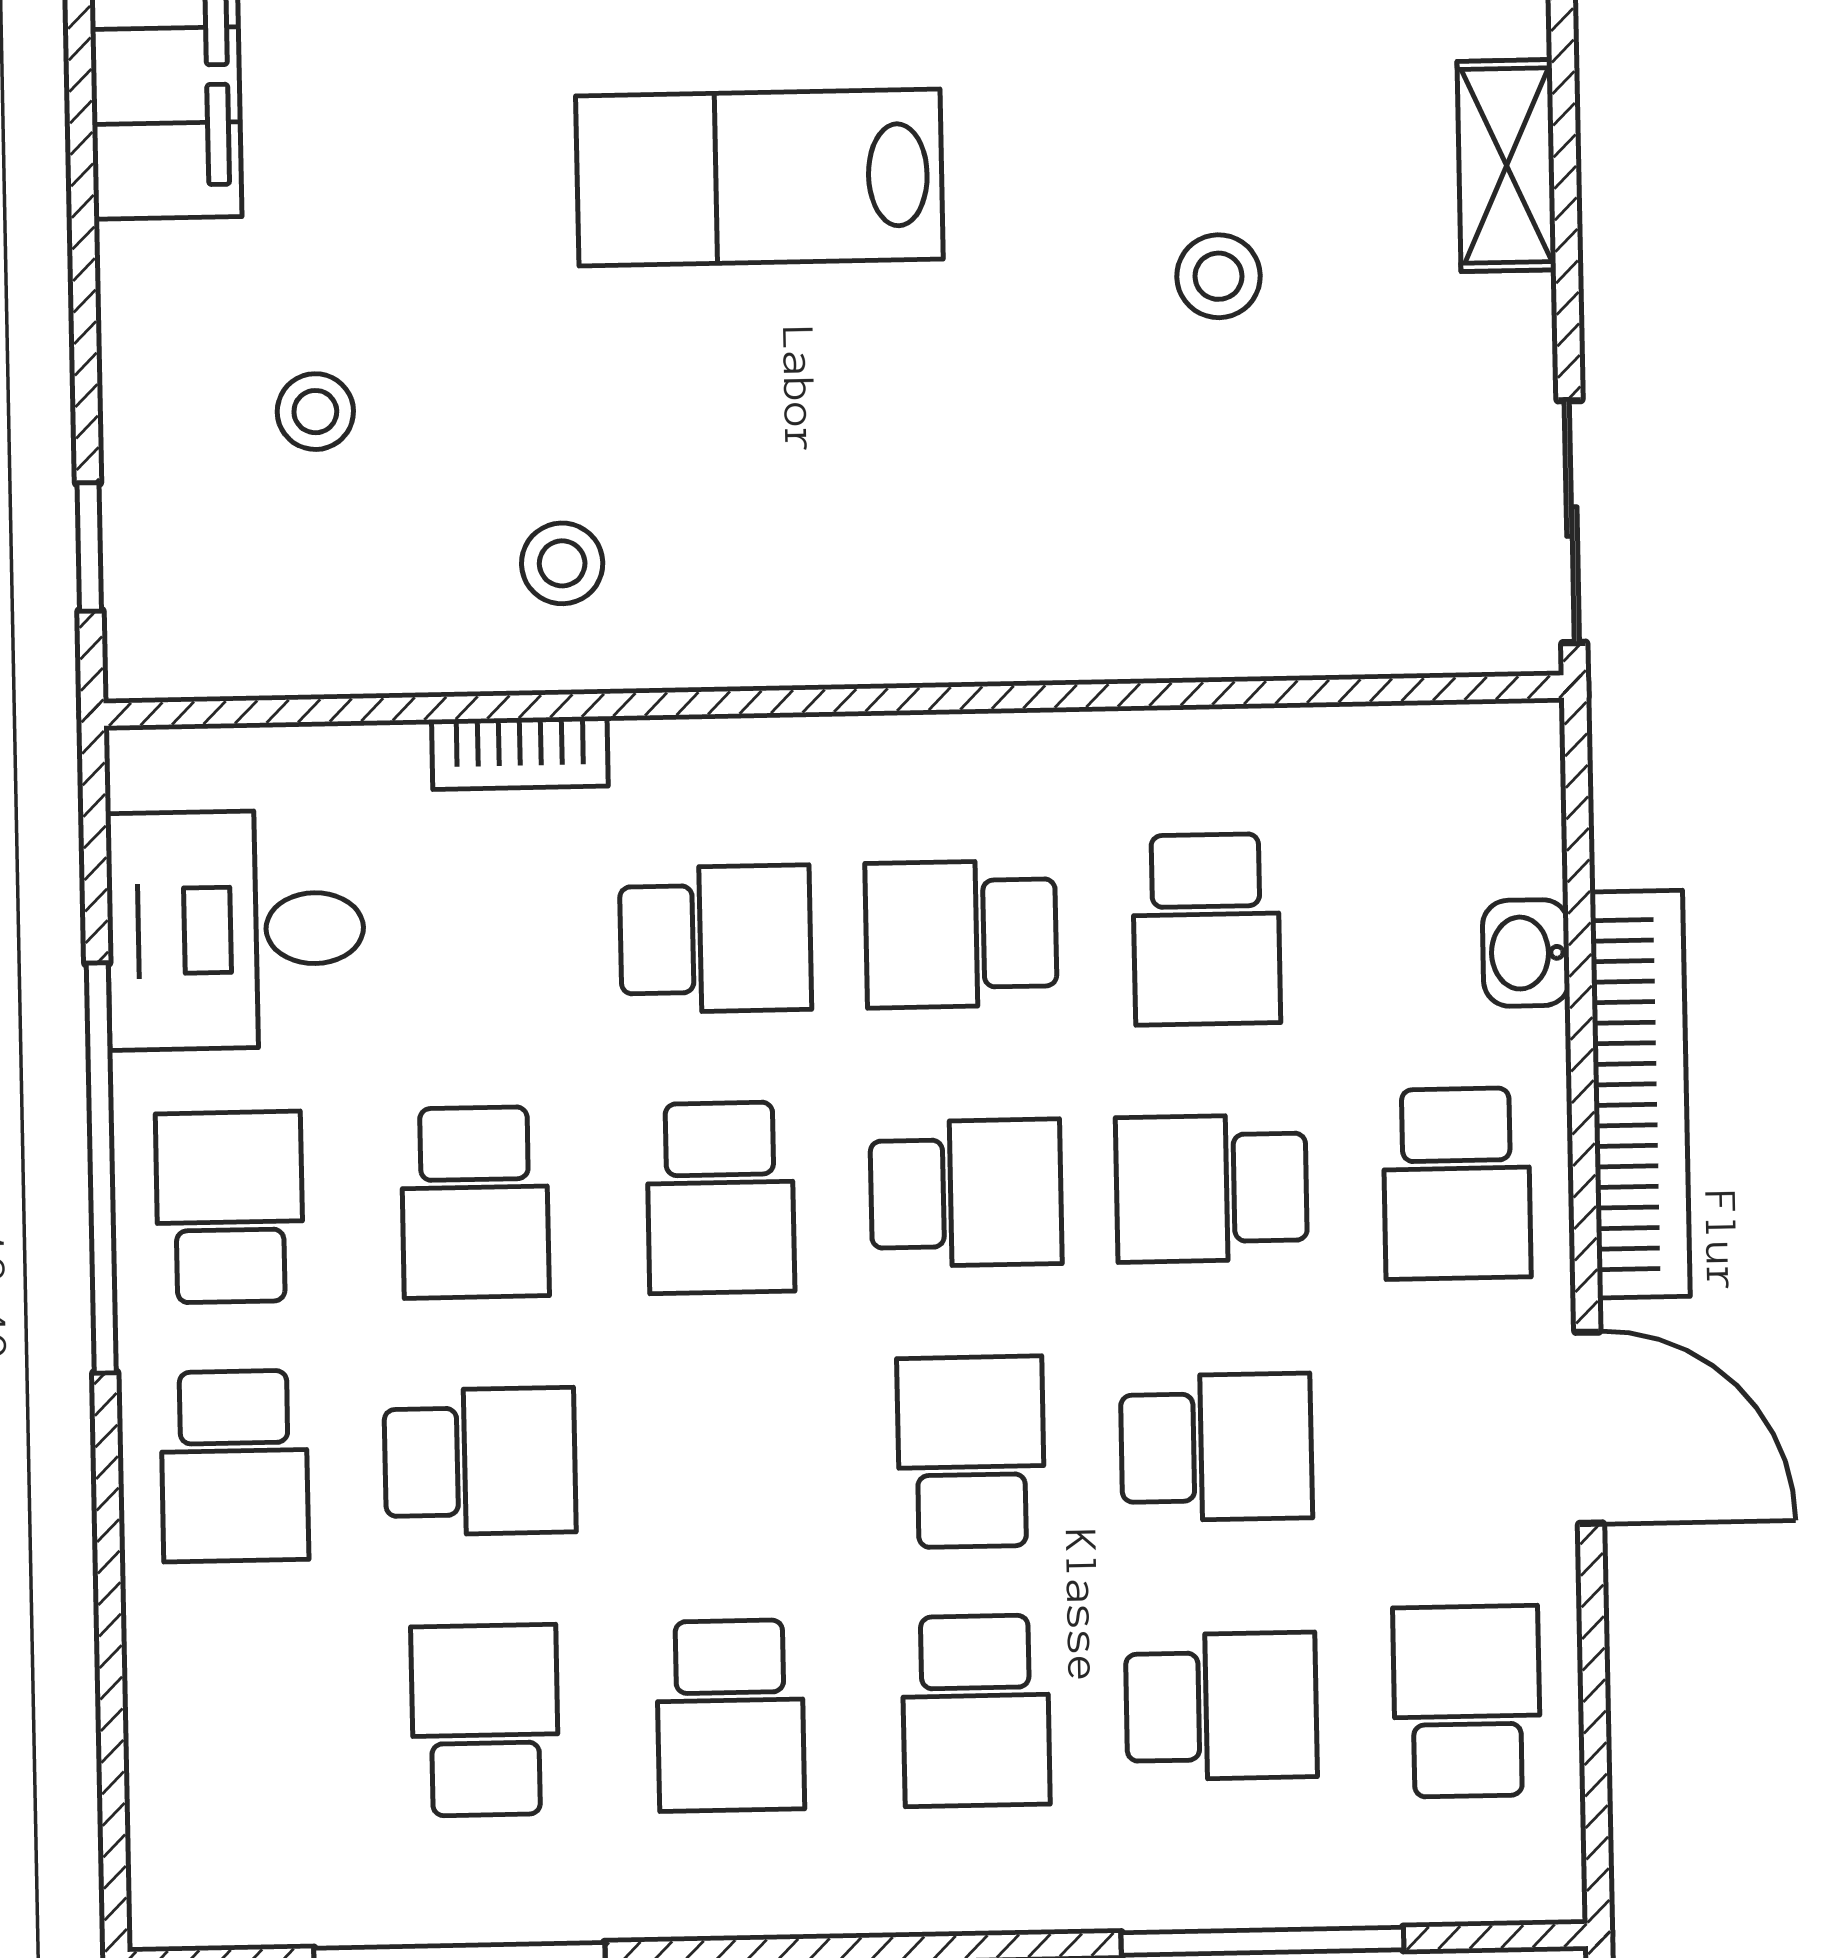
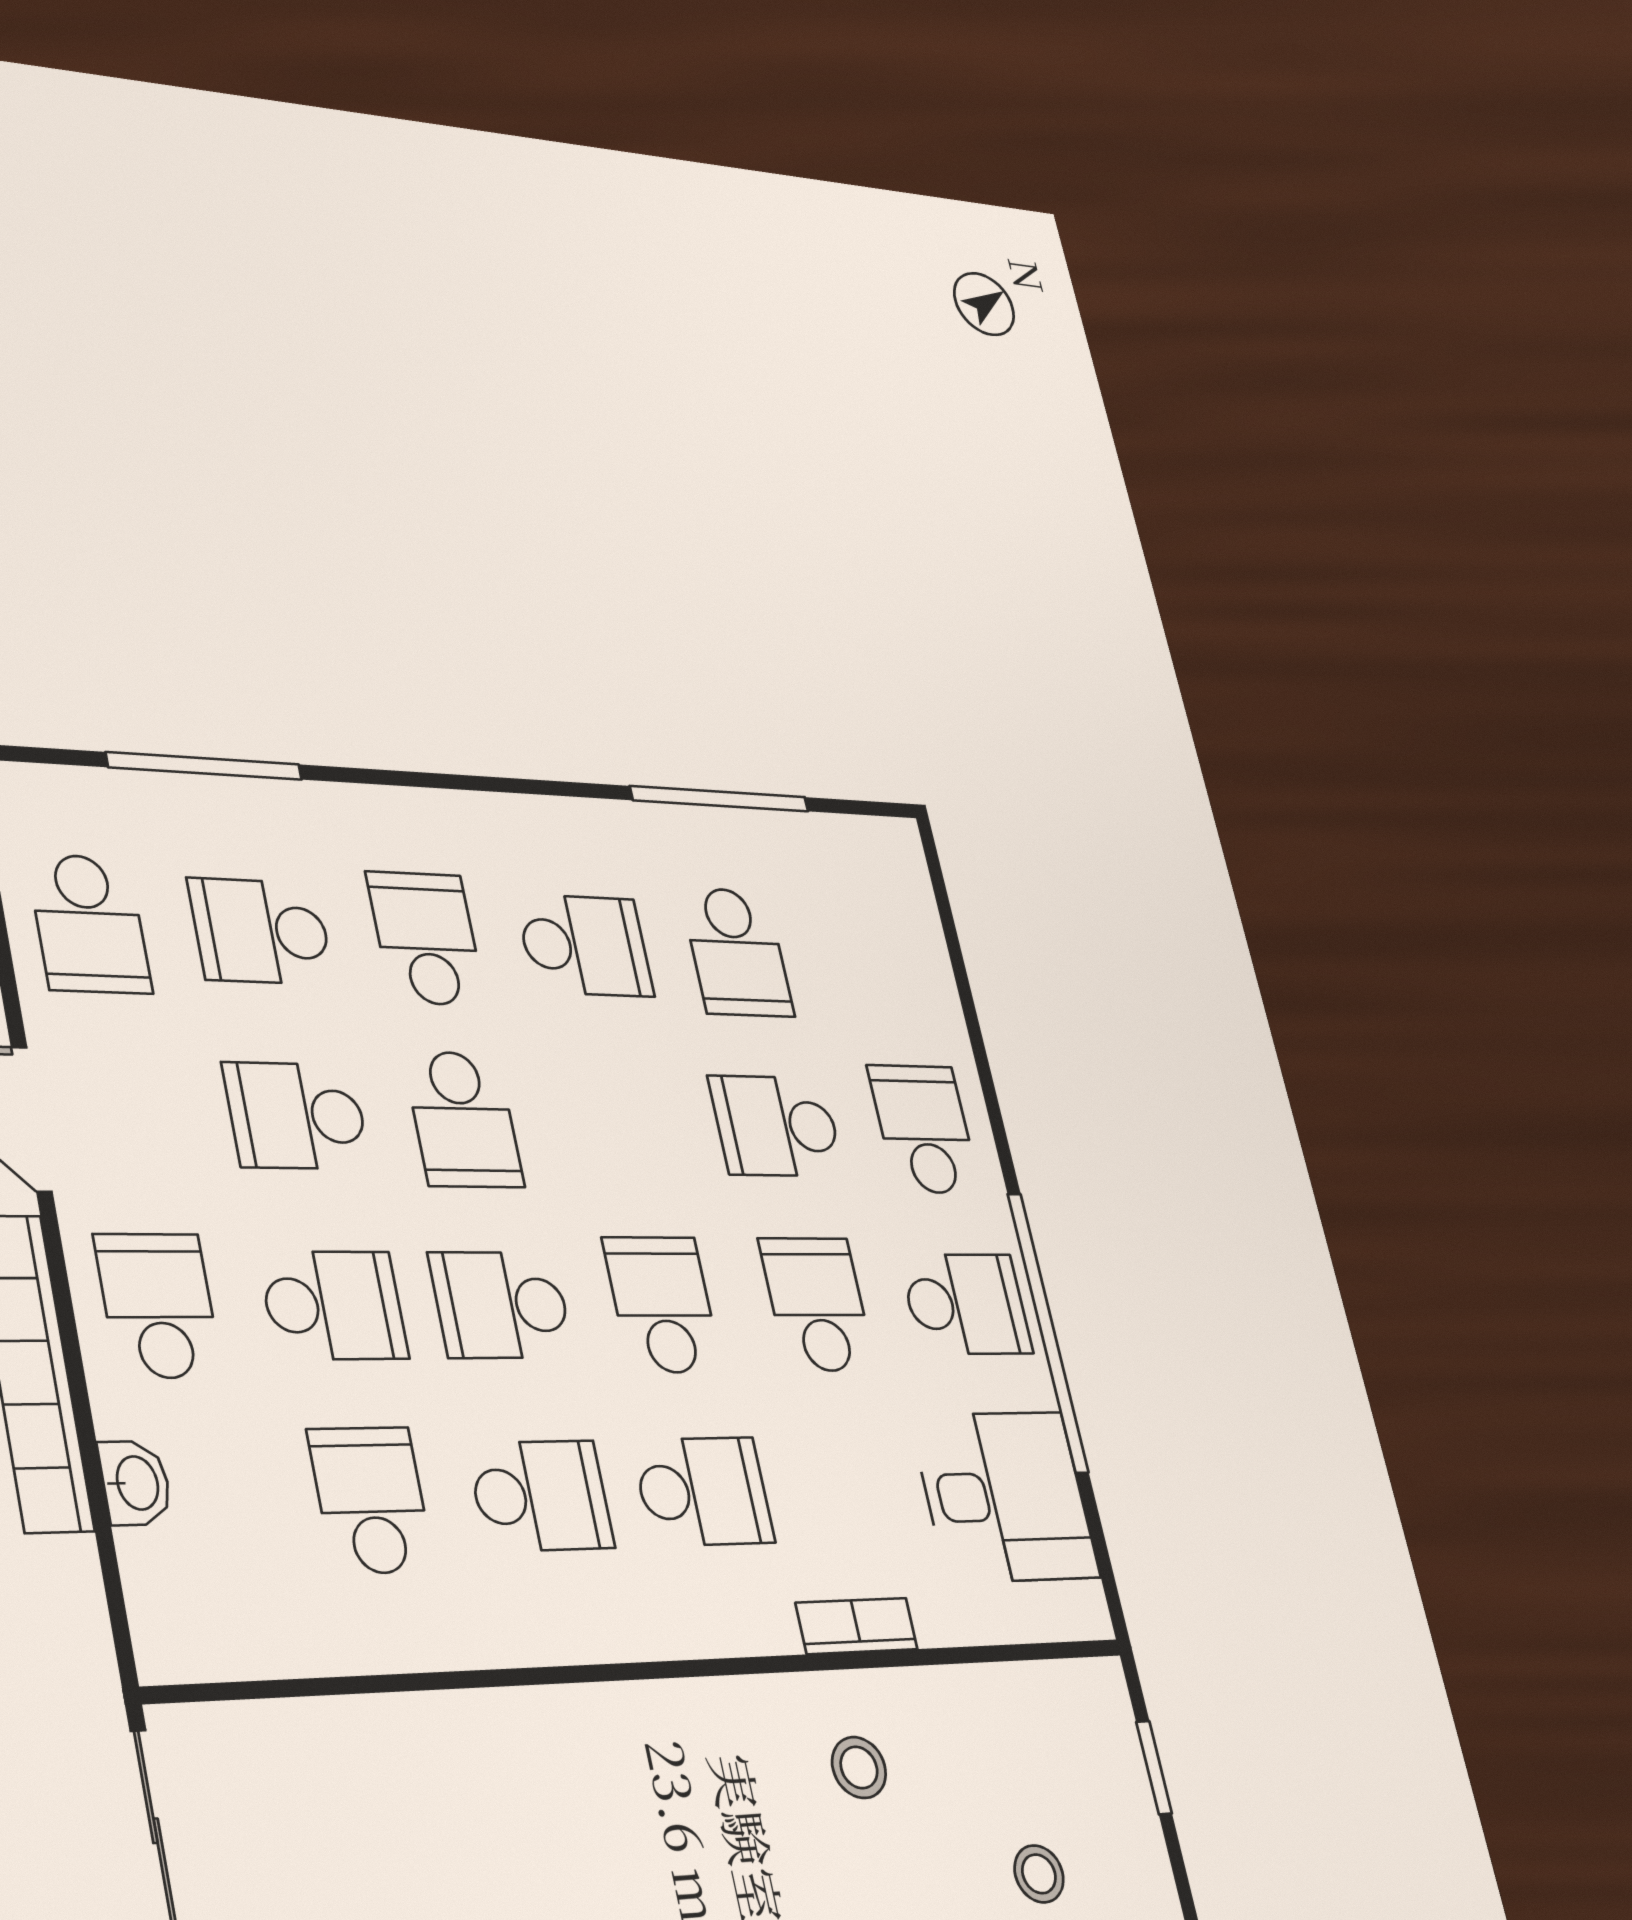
school desk: (716, 939) -> (703, 1491), turned 180
school desk: (230, 1207) -> (966, 1304), turned -90
school desk: (730, 1715) -> (585, 945), turned 90

